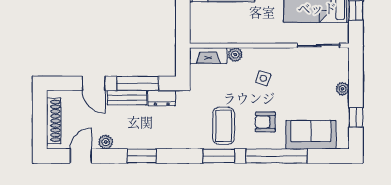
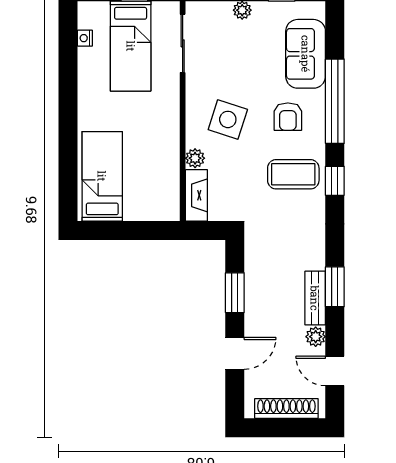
side table: (263, 78) -> (228, 119), width x1.87, depth x1.87
window: (138, 83) -> (235, 293), width x0.69
bench: (127, 98) -> (315, 298), moved
dresser: (162, 98) -> (255, 260), removed
window: (219, 156) -> (335, 181), width x0.67

